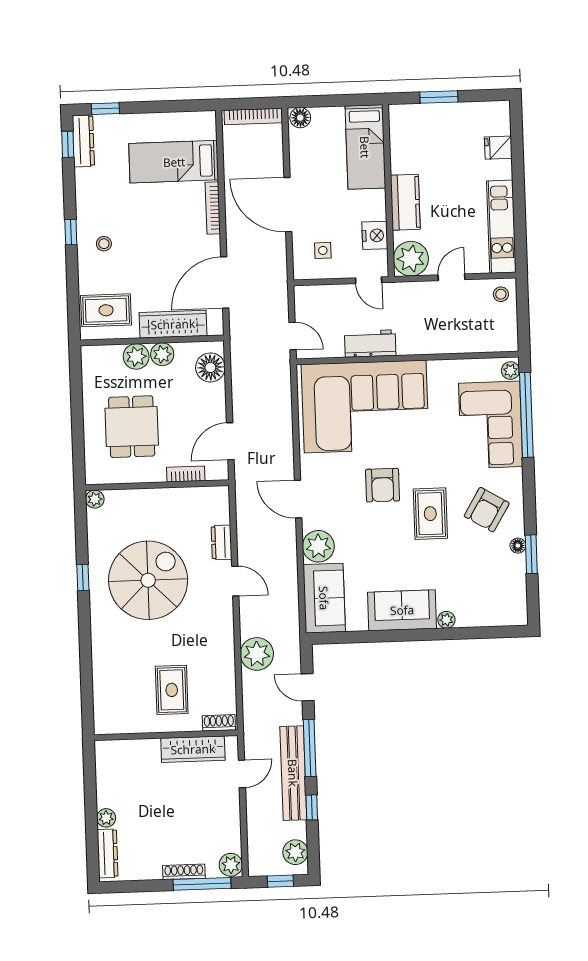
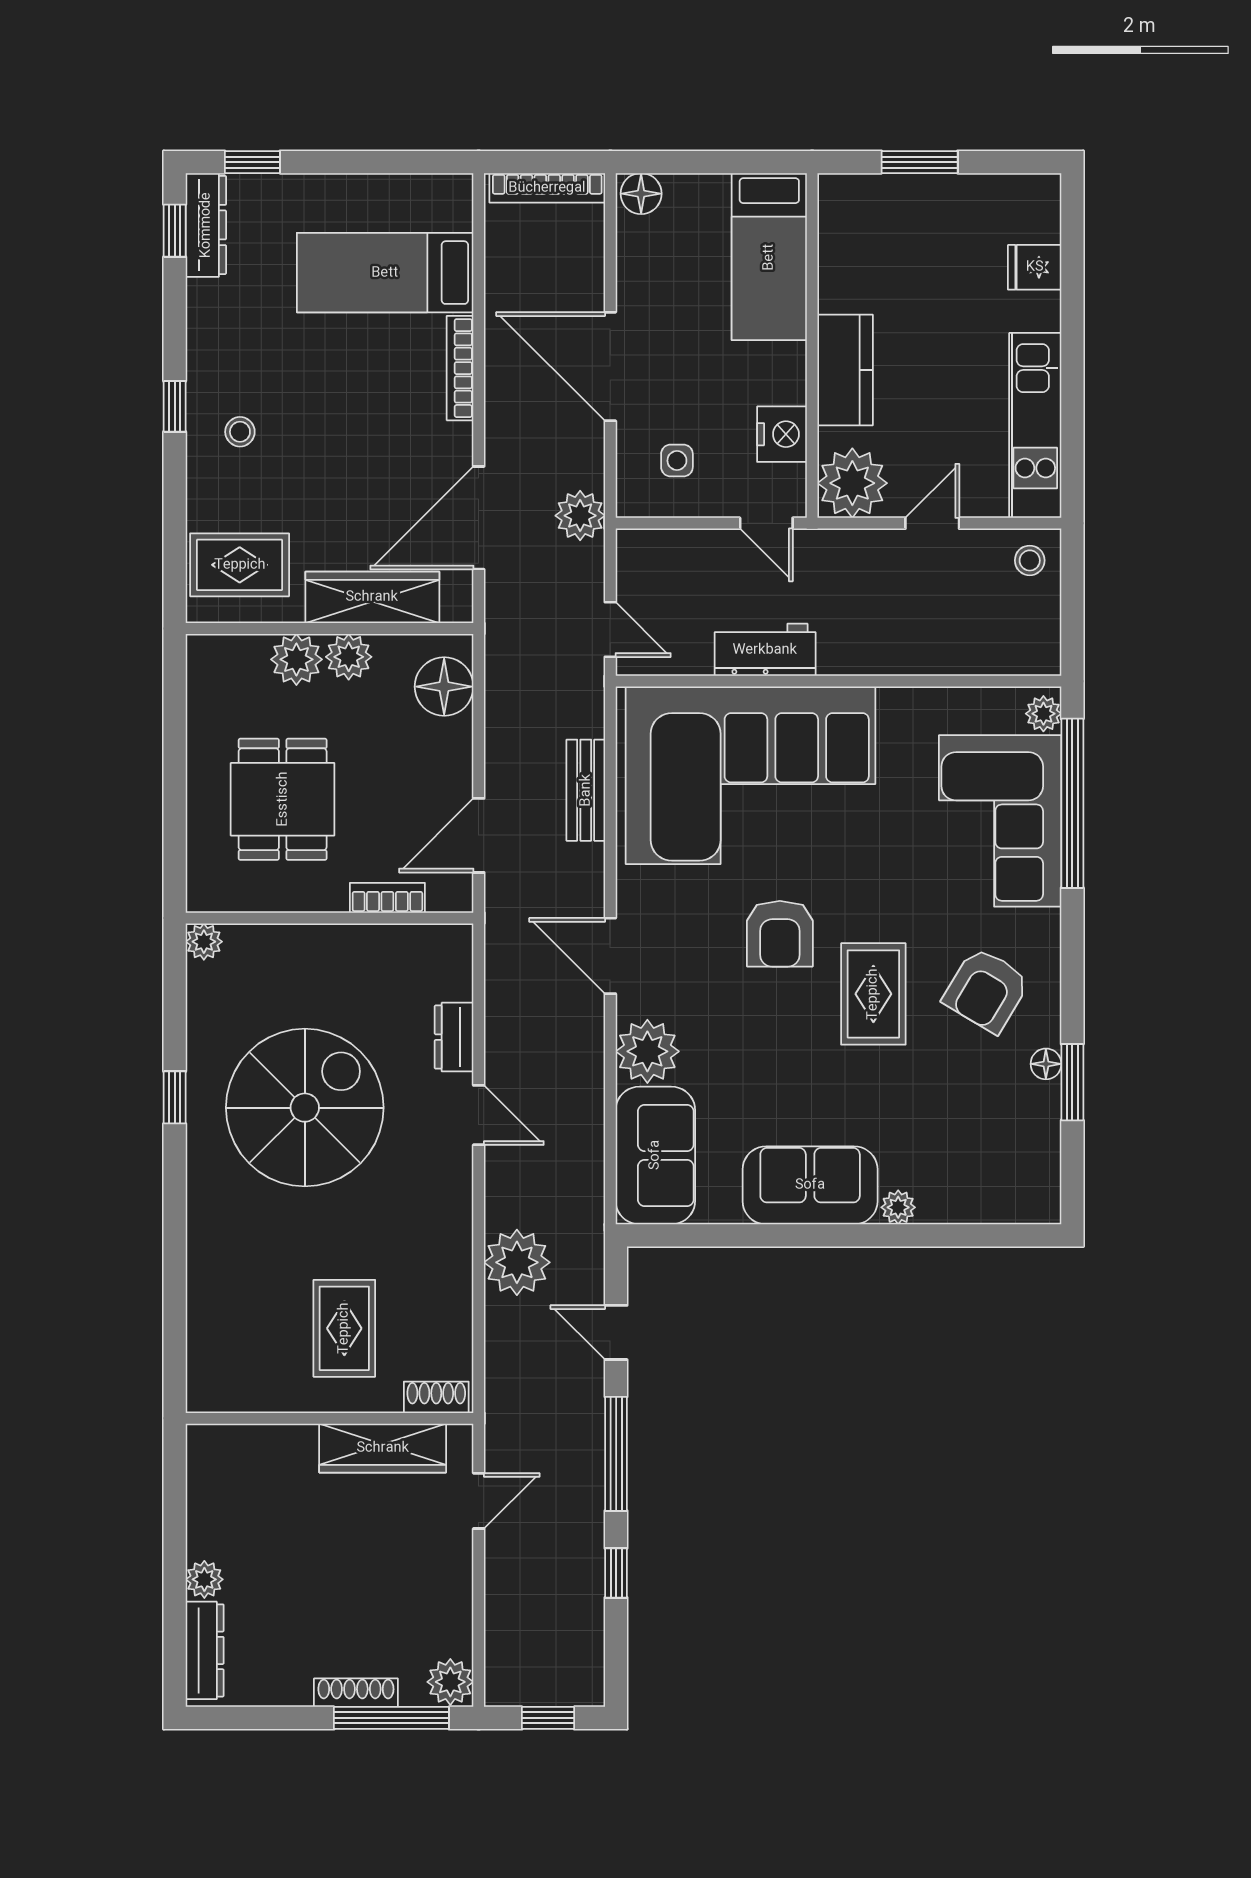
bench: (293, 773) -> (586, 790), moved, width x0.54, depth x0.82
plant: (295, 852) -> (580, 516), moved

